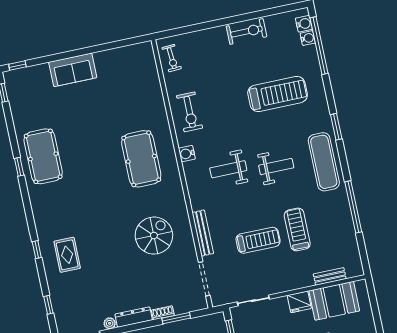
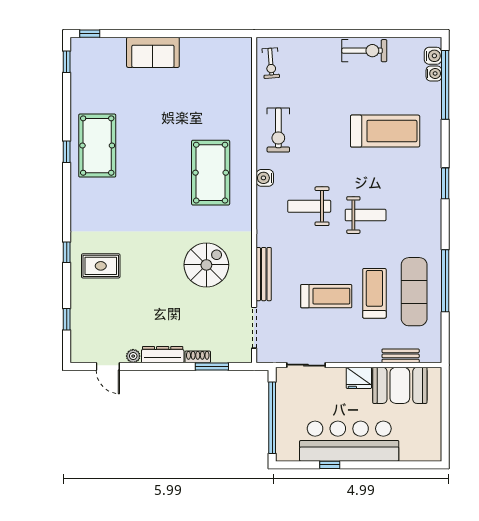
exercise mat: (324, 162) -> (414, 292), moved
rug: (67, 255) -> (101, 266), turned 90

